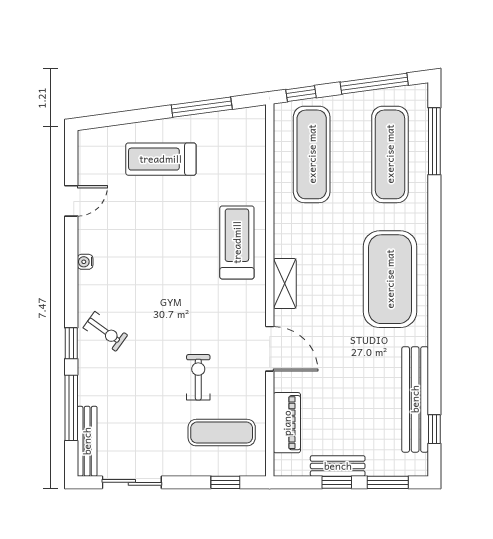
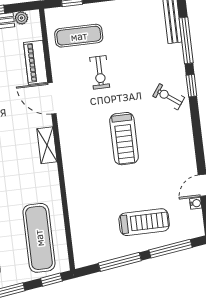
window: (128, 117) -> (171, 249), added
treadmill: (237, 242) -> (124, 139), moved
water cooler: (85, 262) -> (196, 203), moved
piano: (287, 423) -> (36, 62), moved
plant: (299, 467) -> (21, 18), added

